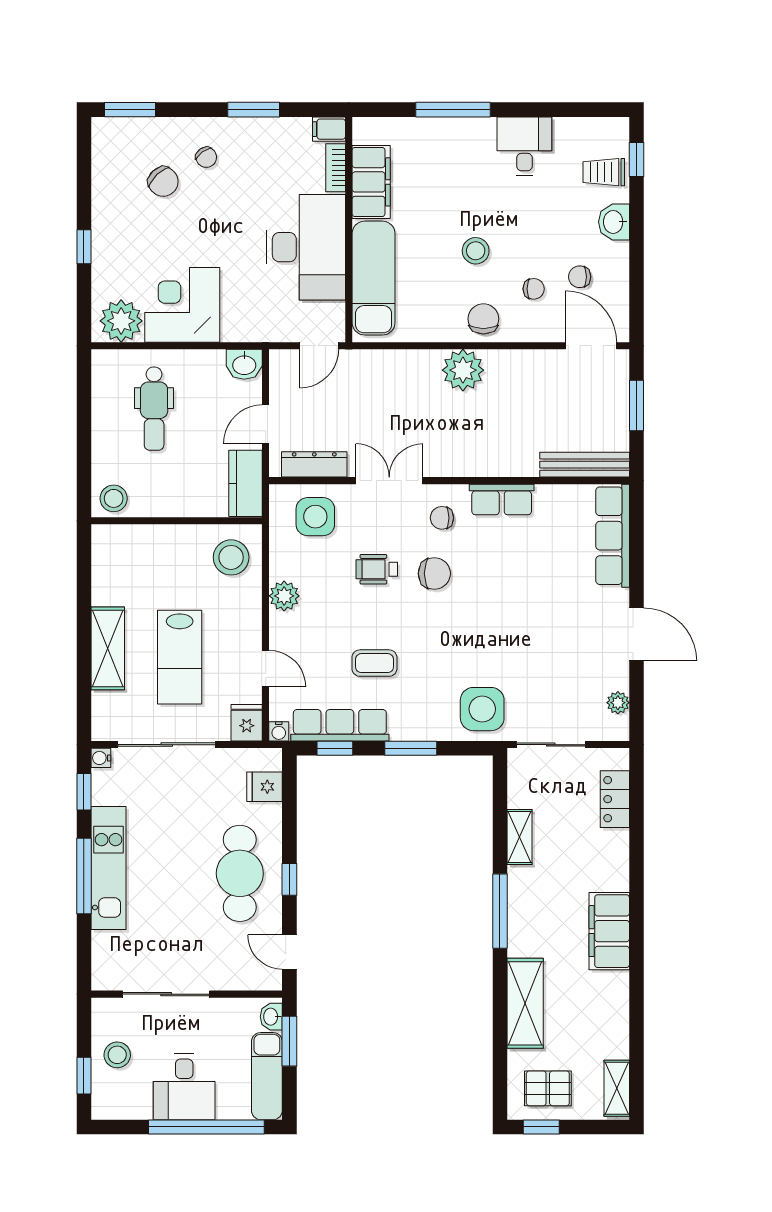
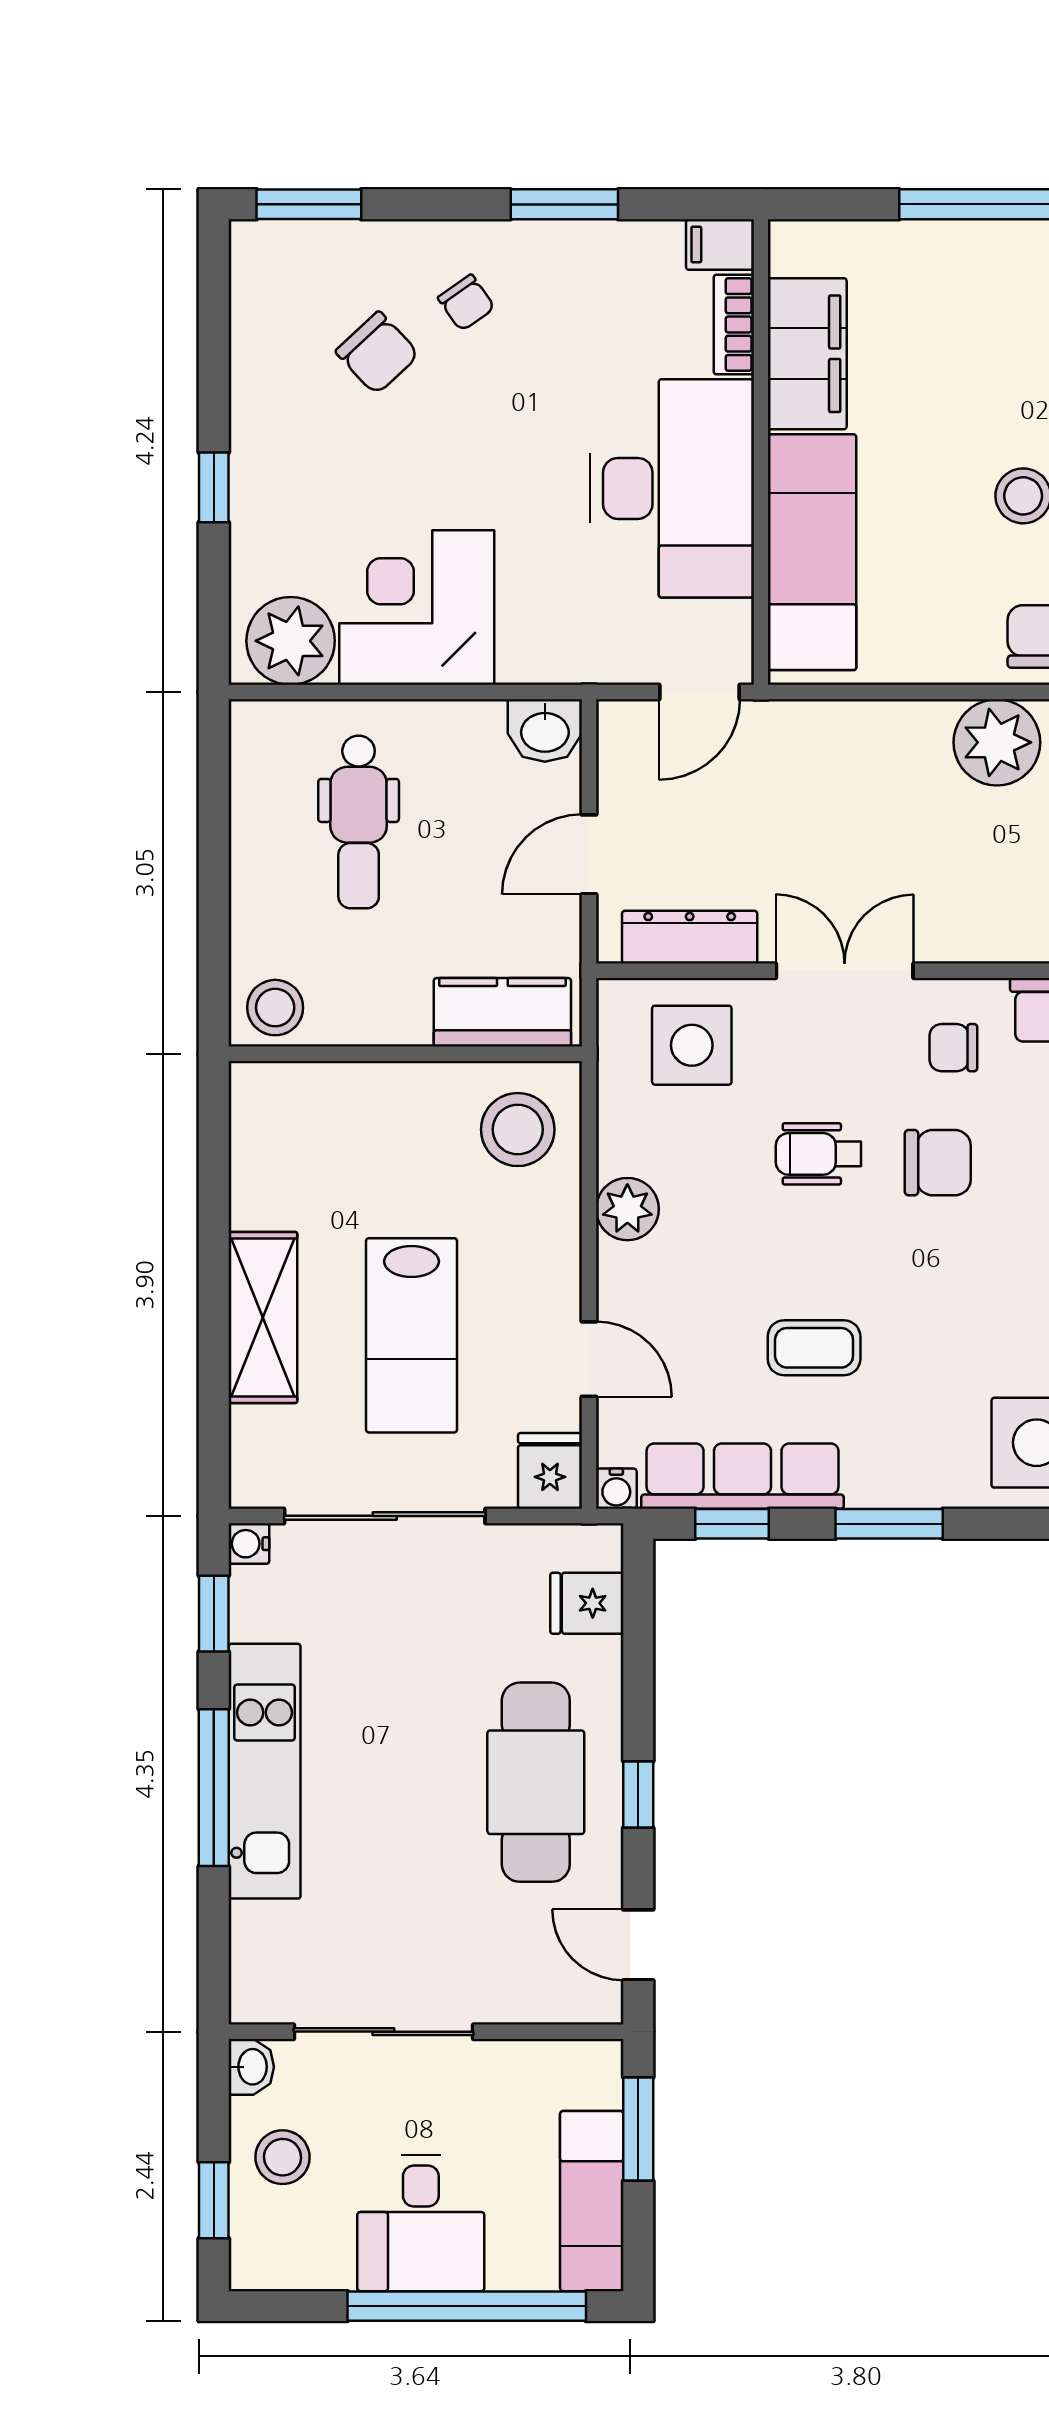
kitchen counter: (246, 483) -> (502, 1012), moved, turned 90
washbasin: (271, 1017) -> (251, 2067), moved, turned 180

